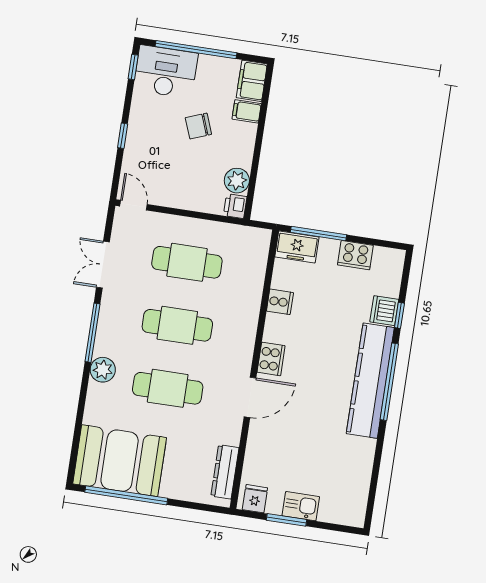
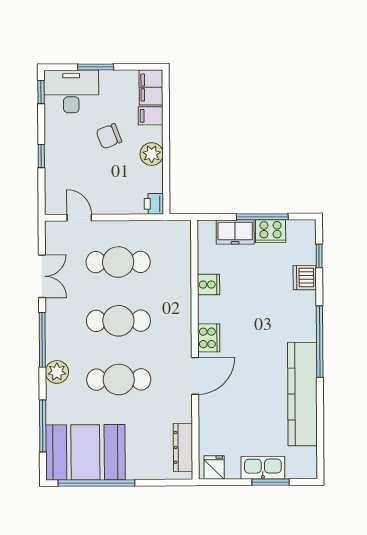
window: (196, 50) -> (96, 67), width x0.47
plant: (237, 181) -> (152, 154), moved
door: (133, 205) -> (79, 218), moved
window: (318, 234) -> (262, 217), moved
freezer: (297, 247) -> (235, 232), moved
double door: (103, 265) -> (42, 276), swing flipped
window: (399, 315) -> (319, 256), moved
kitchen counter: (370, 381) -> (302, 394), moved
window: (78, 425) -> (43, 426), added
kitchen sink: (301, 506) -> (263, 468), width x1.38
window: (286, 520) -> (271, 482), moved

